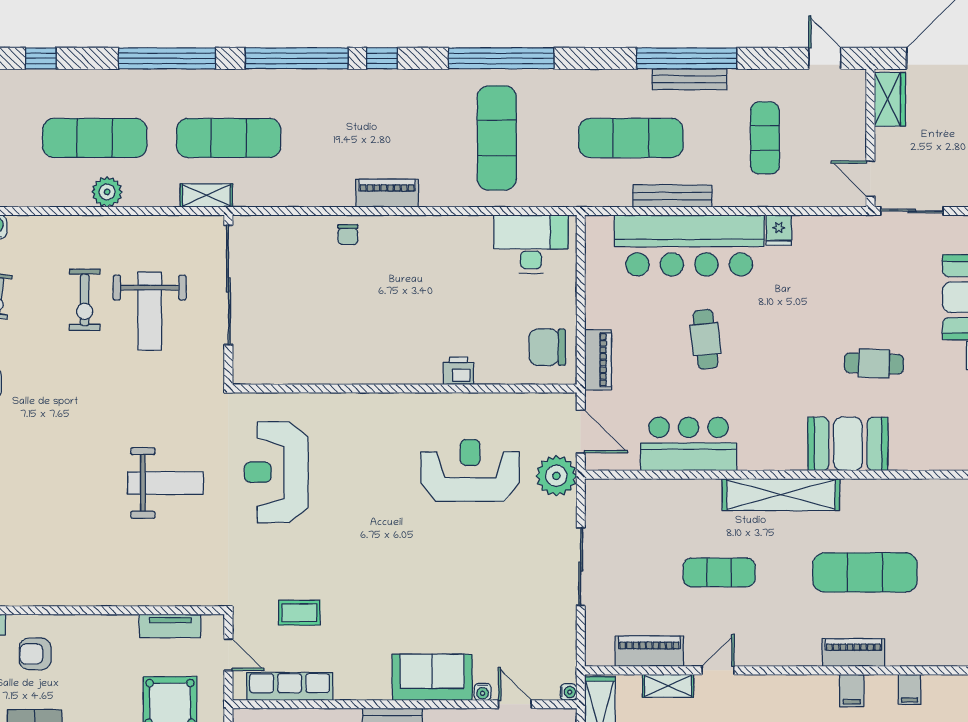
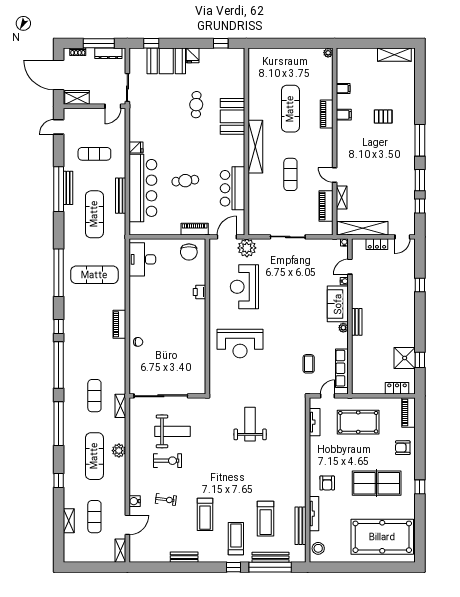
exercise mat: (229, 138) -> (94, 396), width x0.73, depth x0.69
reception desk: (276, 472) -> (240, 344), moved
plant: (379, 690) -> (343, 328), added

